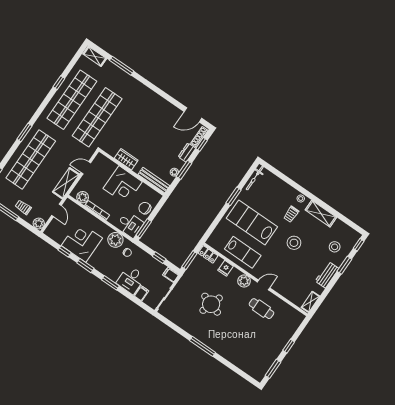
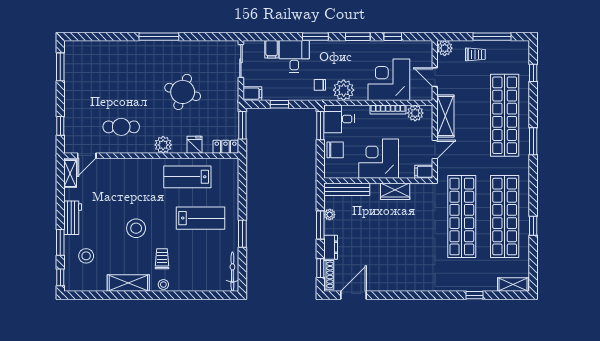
window: (122, 66) -> (475, 295), width x0.46
filing cabinet: (101, 159) -> (424, 172), added
lab bench: (252, 223) -> (201, 218), width x0.73, depth x0.72
corner desk: (82, 242) -> (389, 80), moved, turned 180
door: (264, 285) -> (87, 156), moved
window: (289, 346) -> (60, 126), moved

